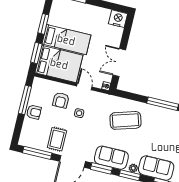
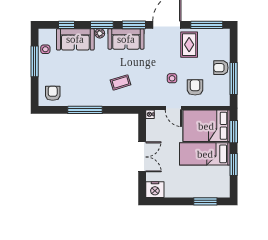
double door: (119, 62) -> (142, 157), moved
coffee table: (125, 120) -> (120, 82), width x0.54, depth x0.58

